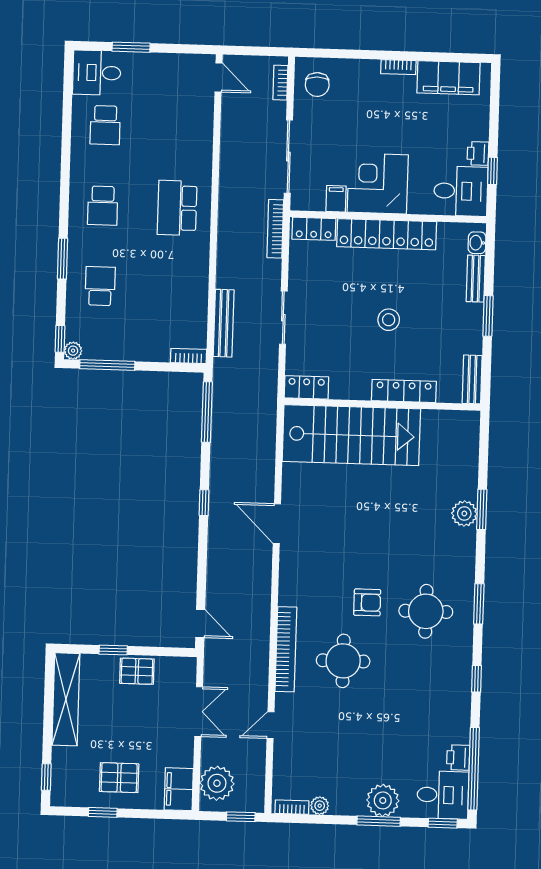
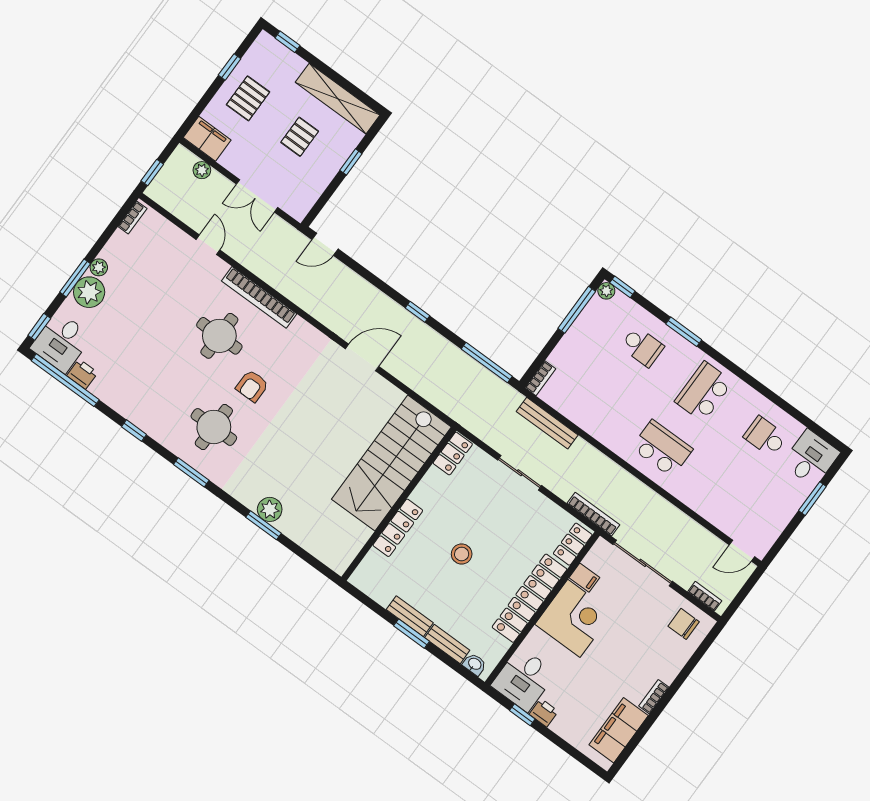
school desk: (103, 206) -> (704, 392), width x1.85
bench: (472, 379) -> (410, 616), moved
pallet: (137, 671) -> (300, 137), moved
plant: (217, 783) -> (202, 170), width x0.53, depth x0.53
plant: (320, 806) -> (99, 267), moved

